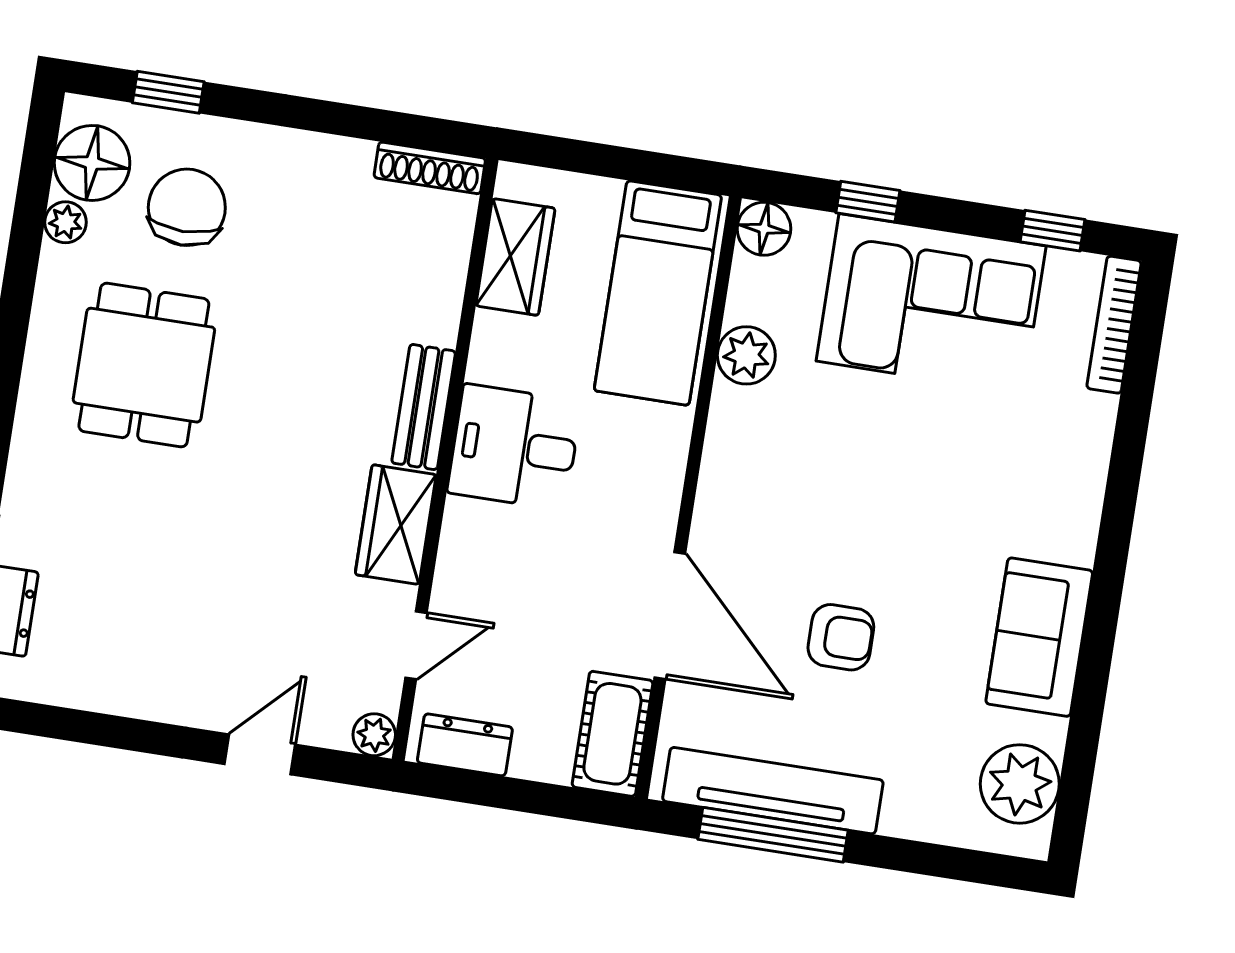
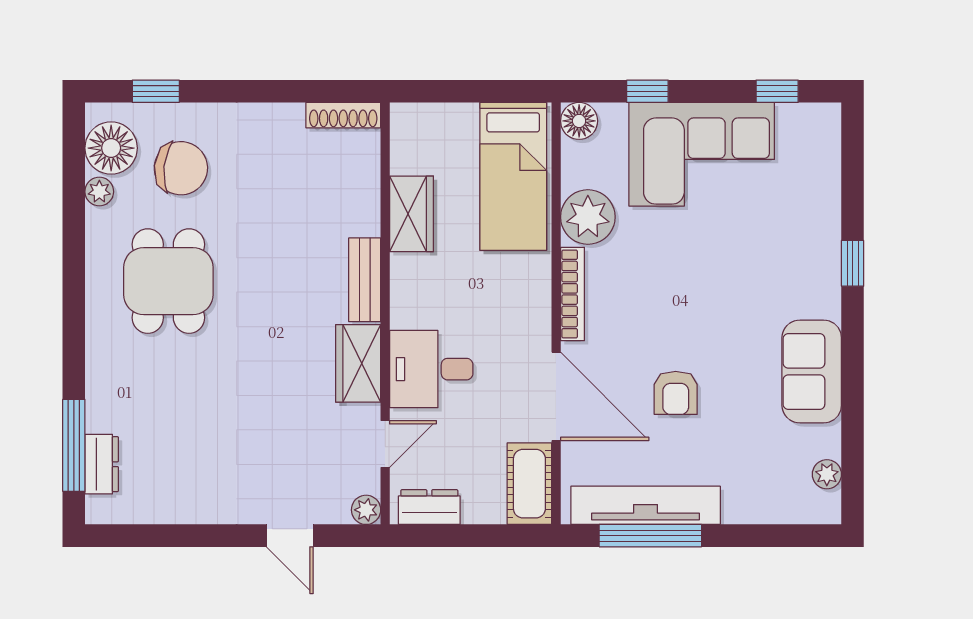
chair: (187, 207) -> (181, 168), turned 96
wardrobe: (515, 257) -> (412, 214), moved
bookcase: (1114, 325) -> (572, 294), moved, turned 180
plant: (746, 355) -> (588, 217), width x1.36, depth x1.36
desk: (514, 447) -> (431, 369), moved
window: (1121, 492) -> (853, 263), added
armchair: (841, 637) -> (676, 393), turned 90
door: (260, 754) -> (290, 536), swing flipped
plant: (1020, 784) -> (827, 474), width x0.53, depth x0.53

